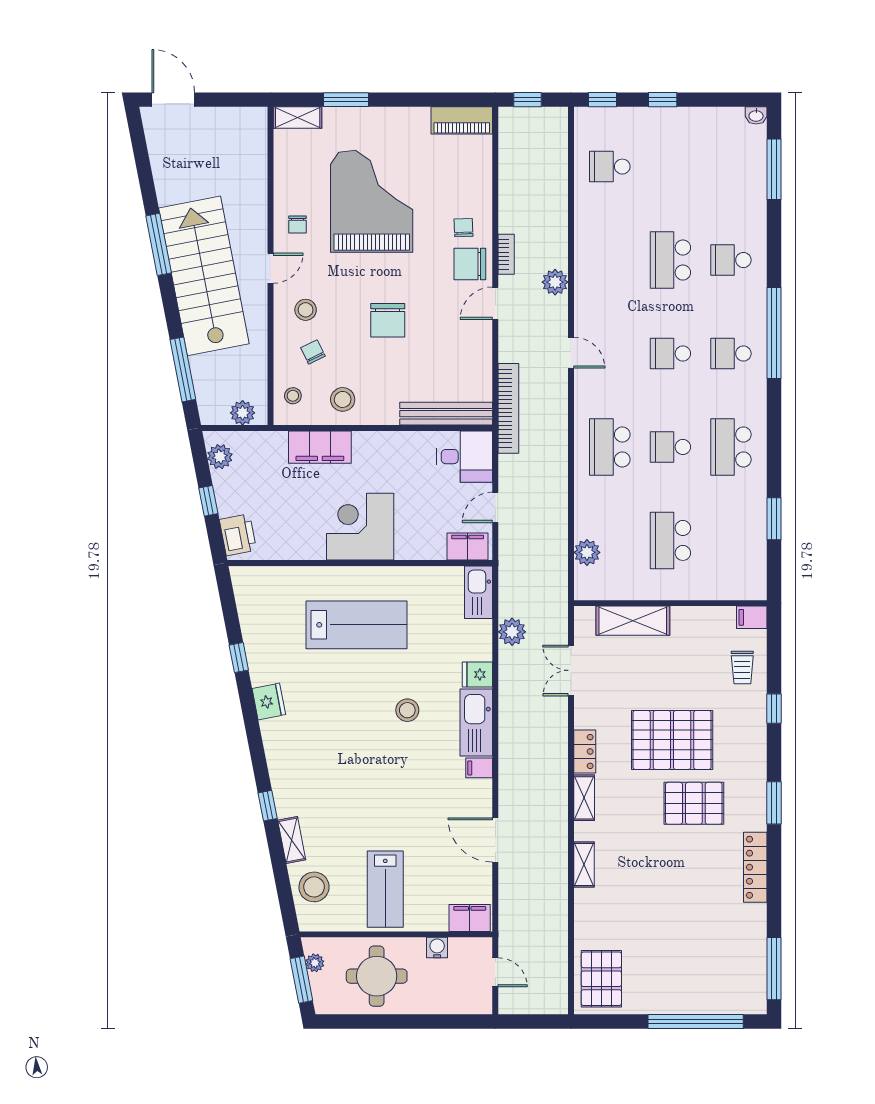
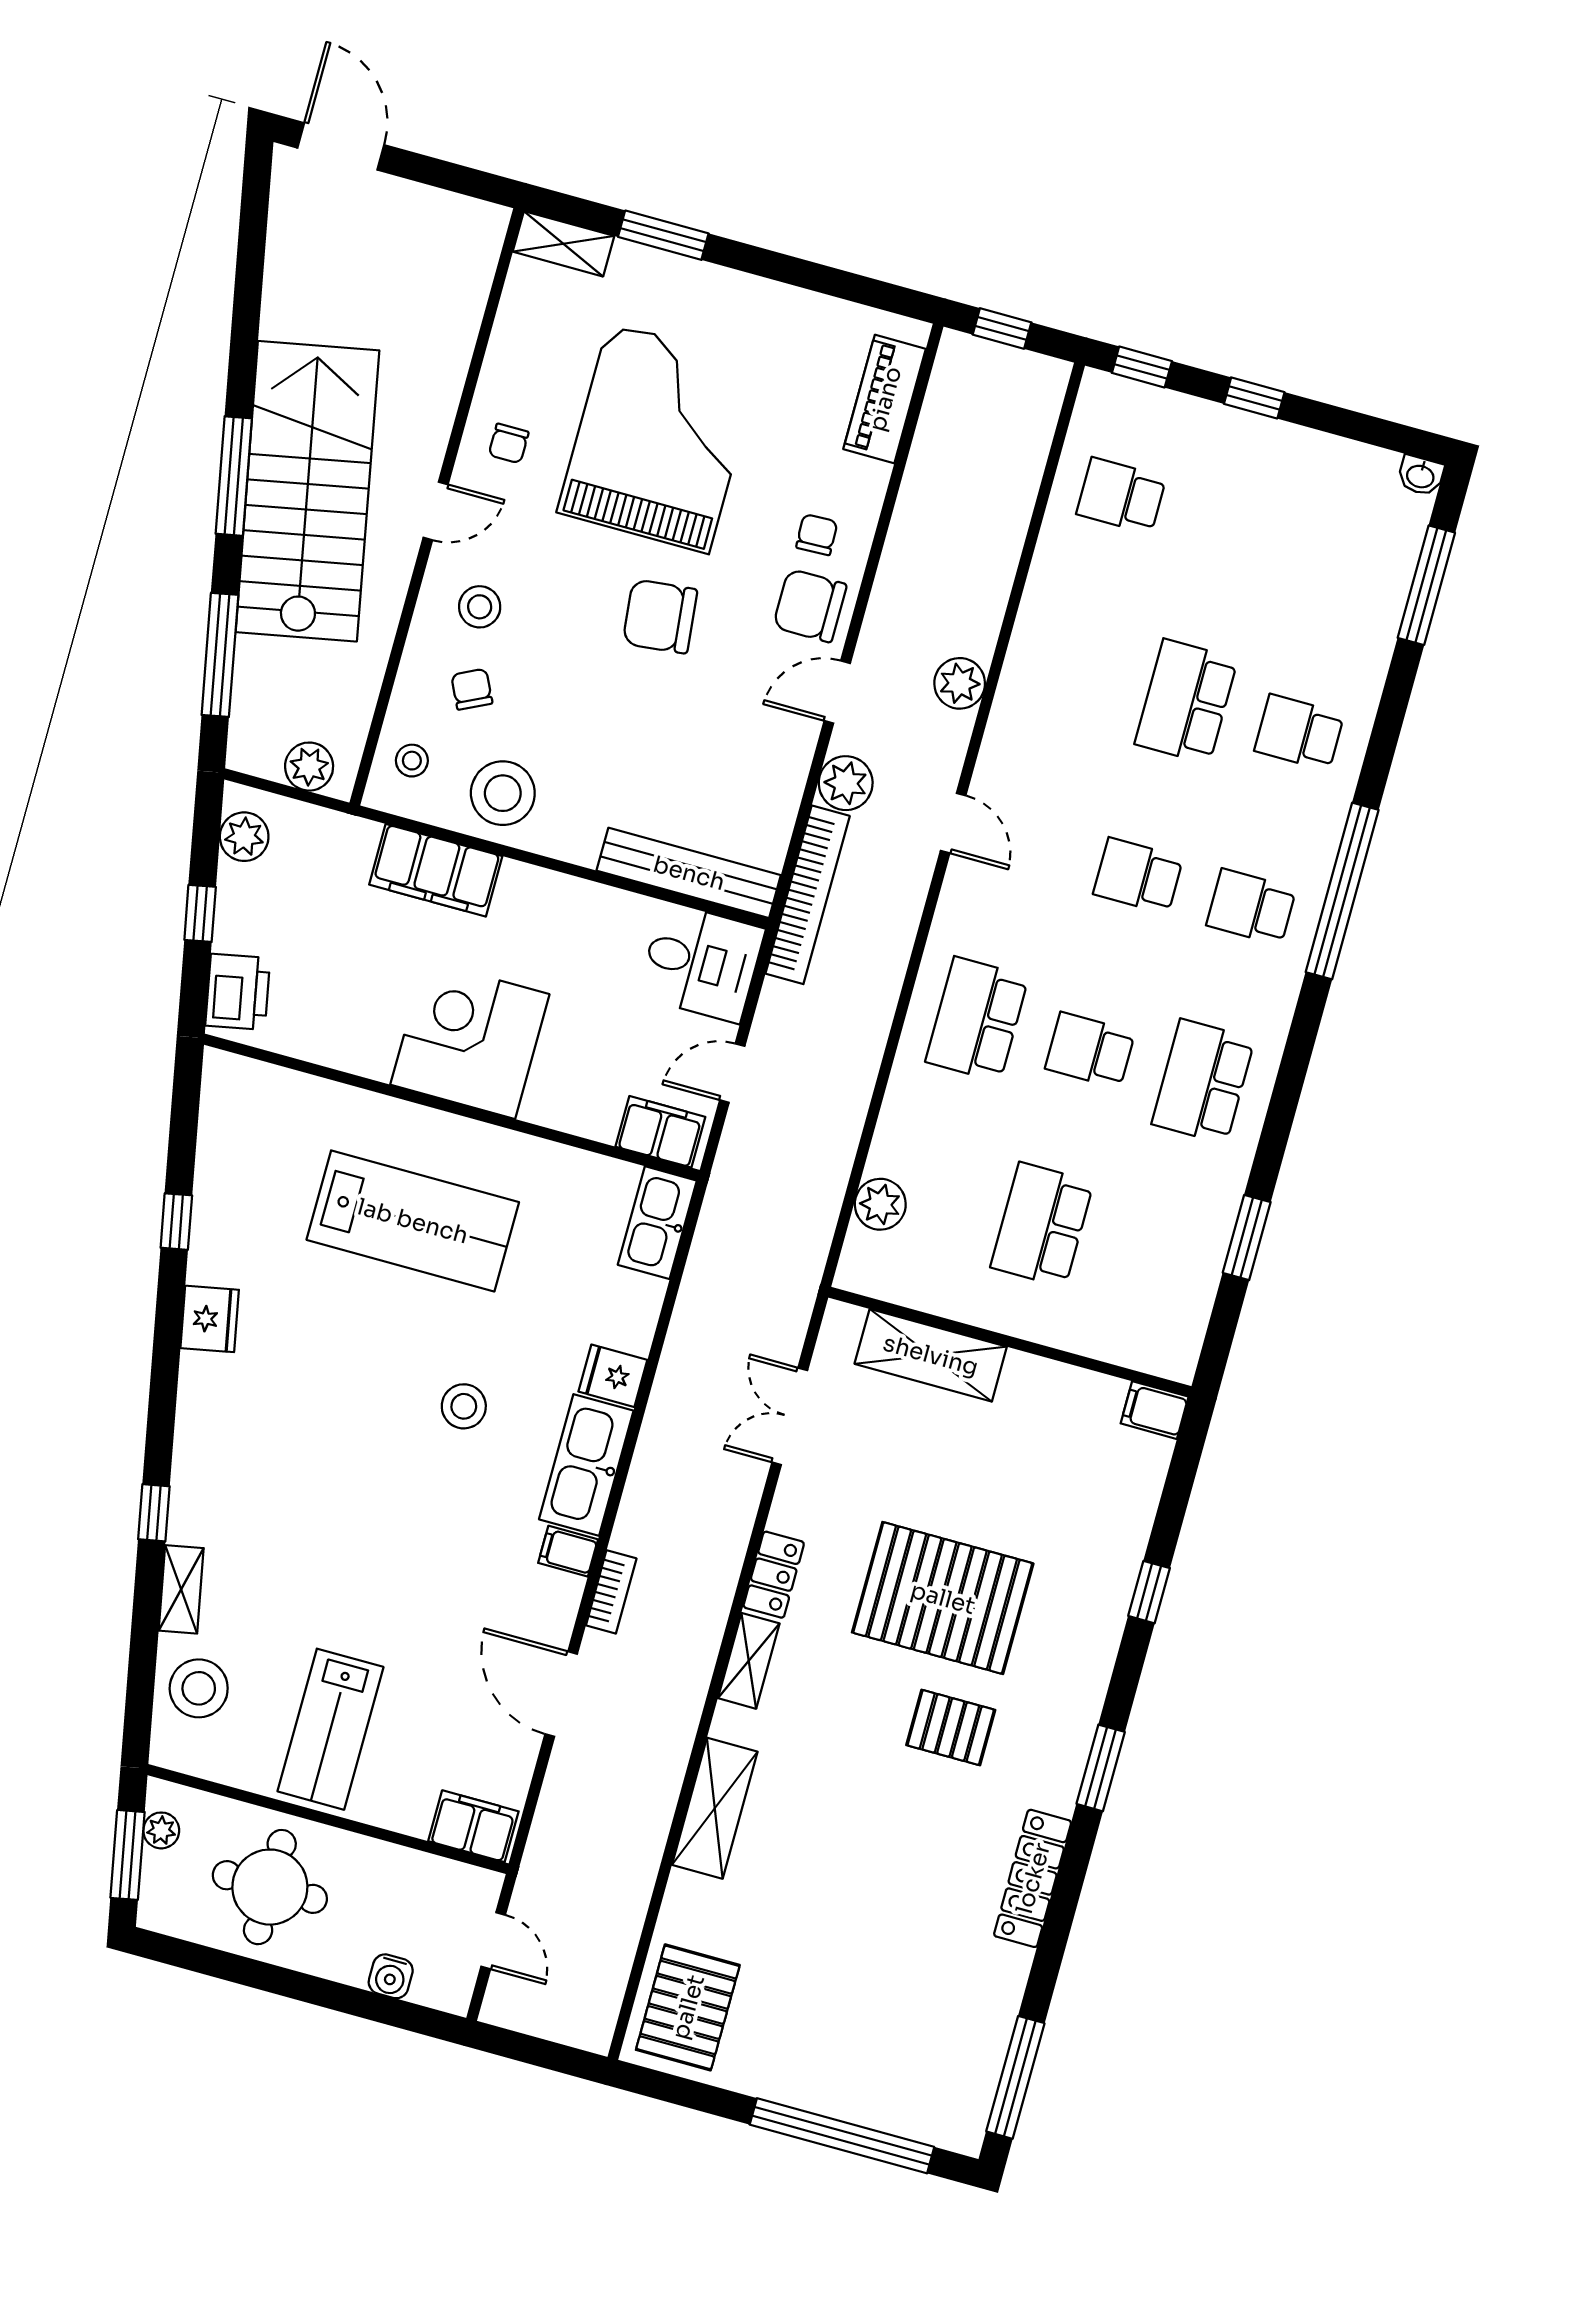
piano: (462, 120) -> (885, 399), moved, turned 90
window: (159, 244) -> (234, 476), moved
bookcase: (506, 254) -> (611, 1592), moved
chair: (388, 320) -> (660, 616), moved, turned 84
stool: (343, 399) -> (503, 793), width x1.38, depth x1.38
plant: (512, 632) -> (846, 783), moved
trolley: (742, 668) -> (1111, 1499), removed
pallet: (694, 803) -> (951, 1727), width x0.67, depth x0.71
shelving: (584, 865) -> (715, 1808), width x1.50, depth x1.33
water cooler: (437, 948) -> (391, 1976), moved, turned 180

